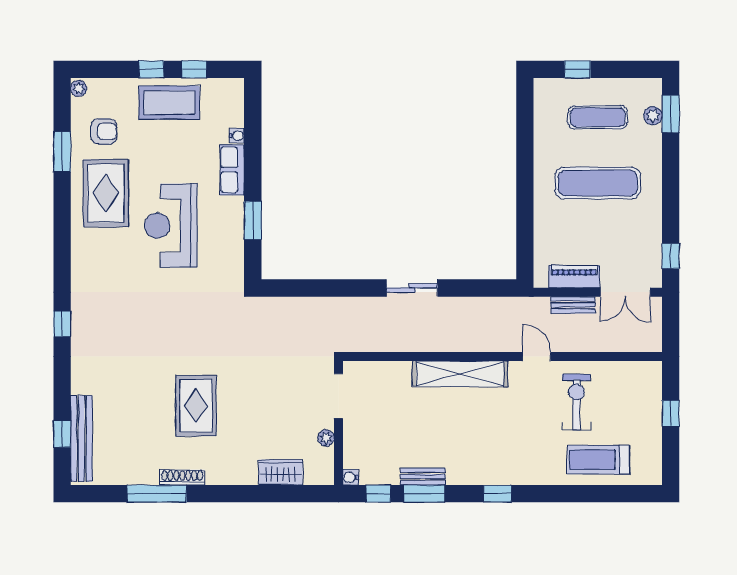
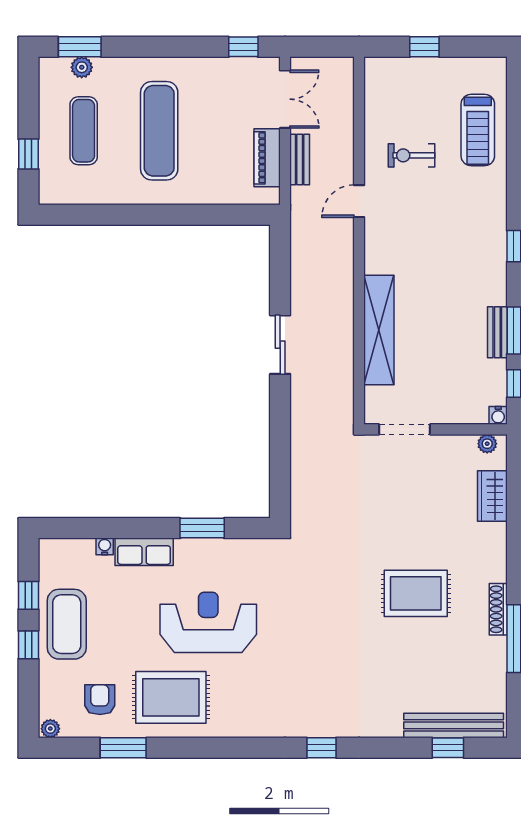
reception desk: (171, 226) -> (208, 622), turned 180
shelving: (460, 374) -> (379, 330), moved
exercise bike: (576, 402) -> (412, 155), width x0.73, depth x0.72
plant: (326, 438) -> (487, 444), moved

